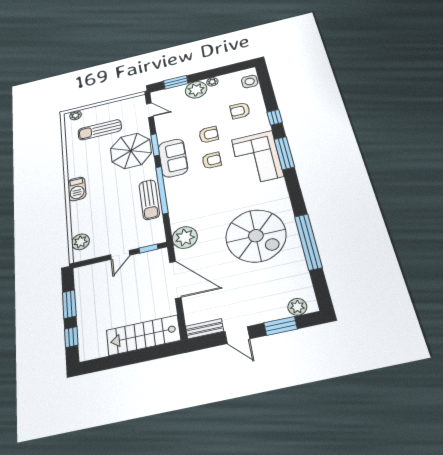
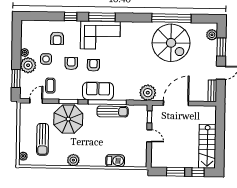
side table: (250, 82) -> (46, 59), moved
coffee table: (173, 120) -> (50, 86), added
sofa: (173, 158) -> (98, 91), moved
barbecue: (77, 189) -> (115, 161), moved
spiral stairs: (256, 236) -> (171, 43), moved, turned 90
plant: (80, 242) -> (73, 160), moved
stairs: (143, 335) -> (207, 146), moved

